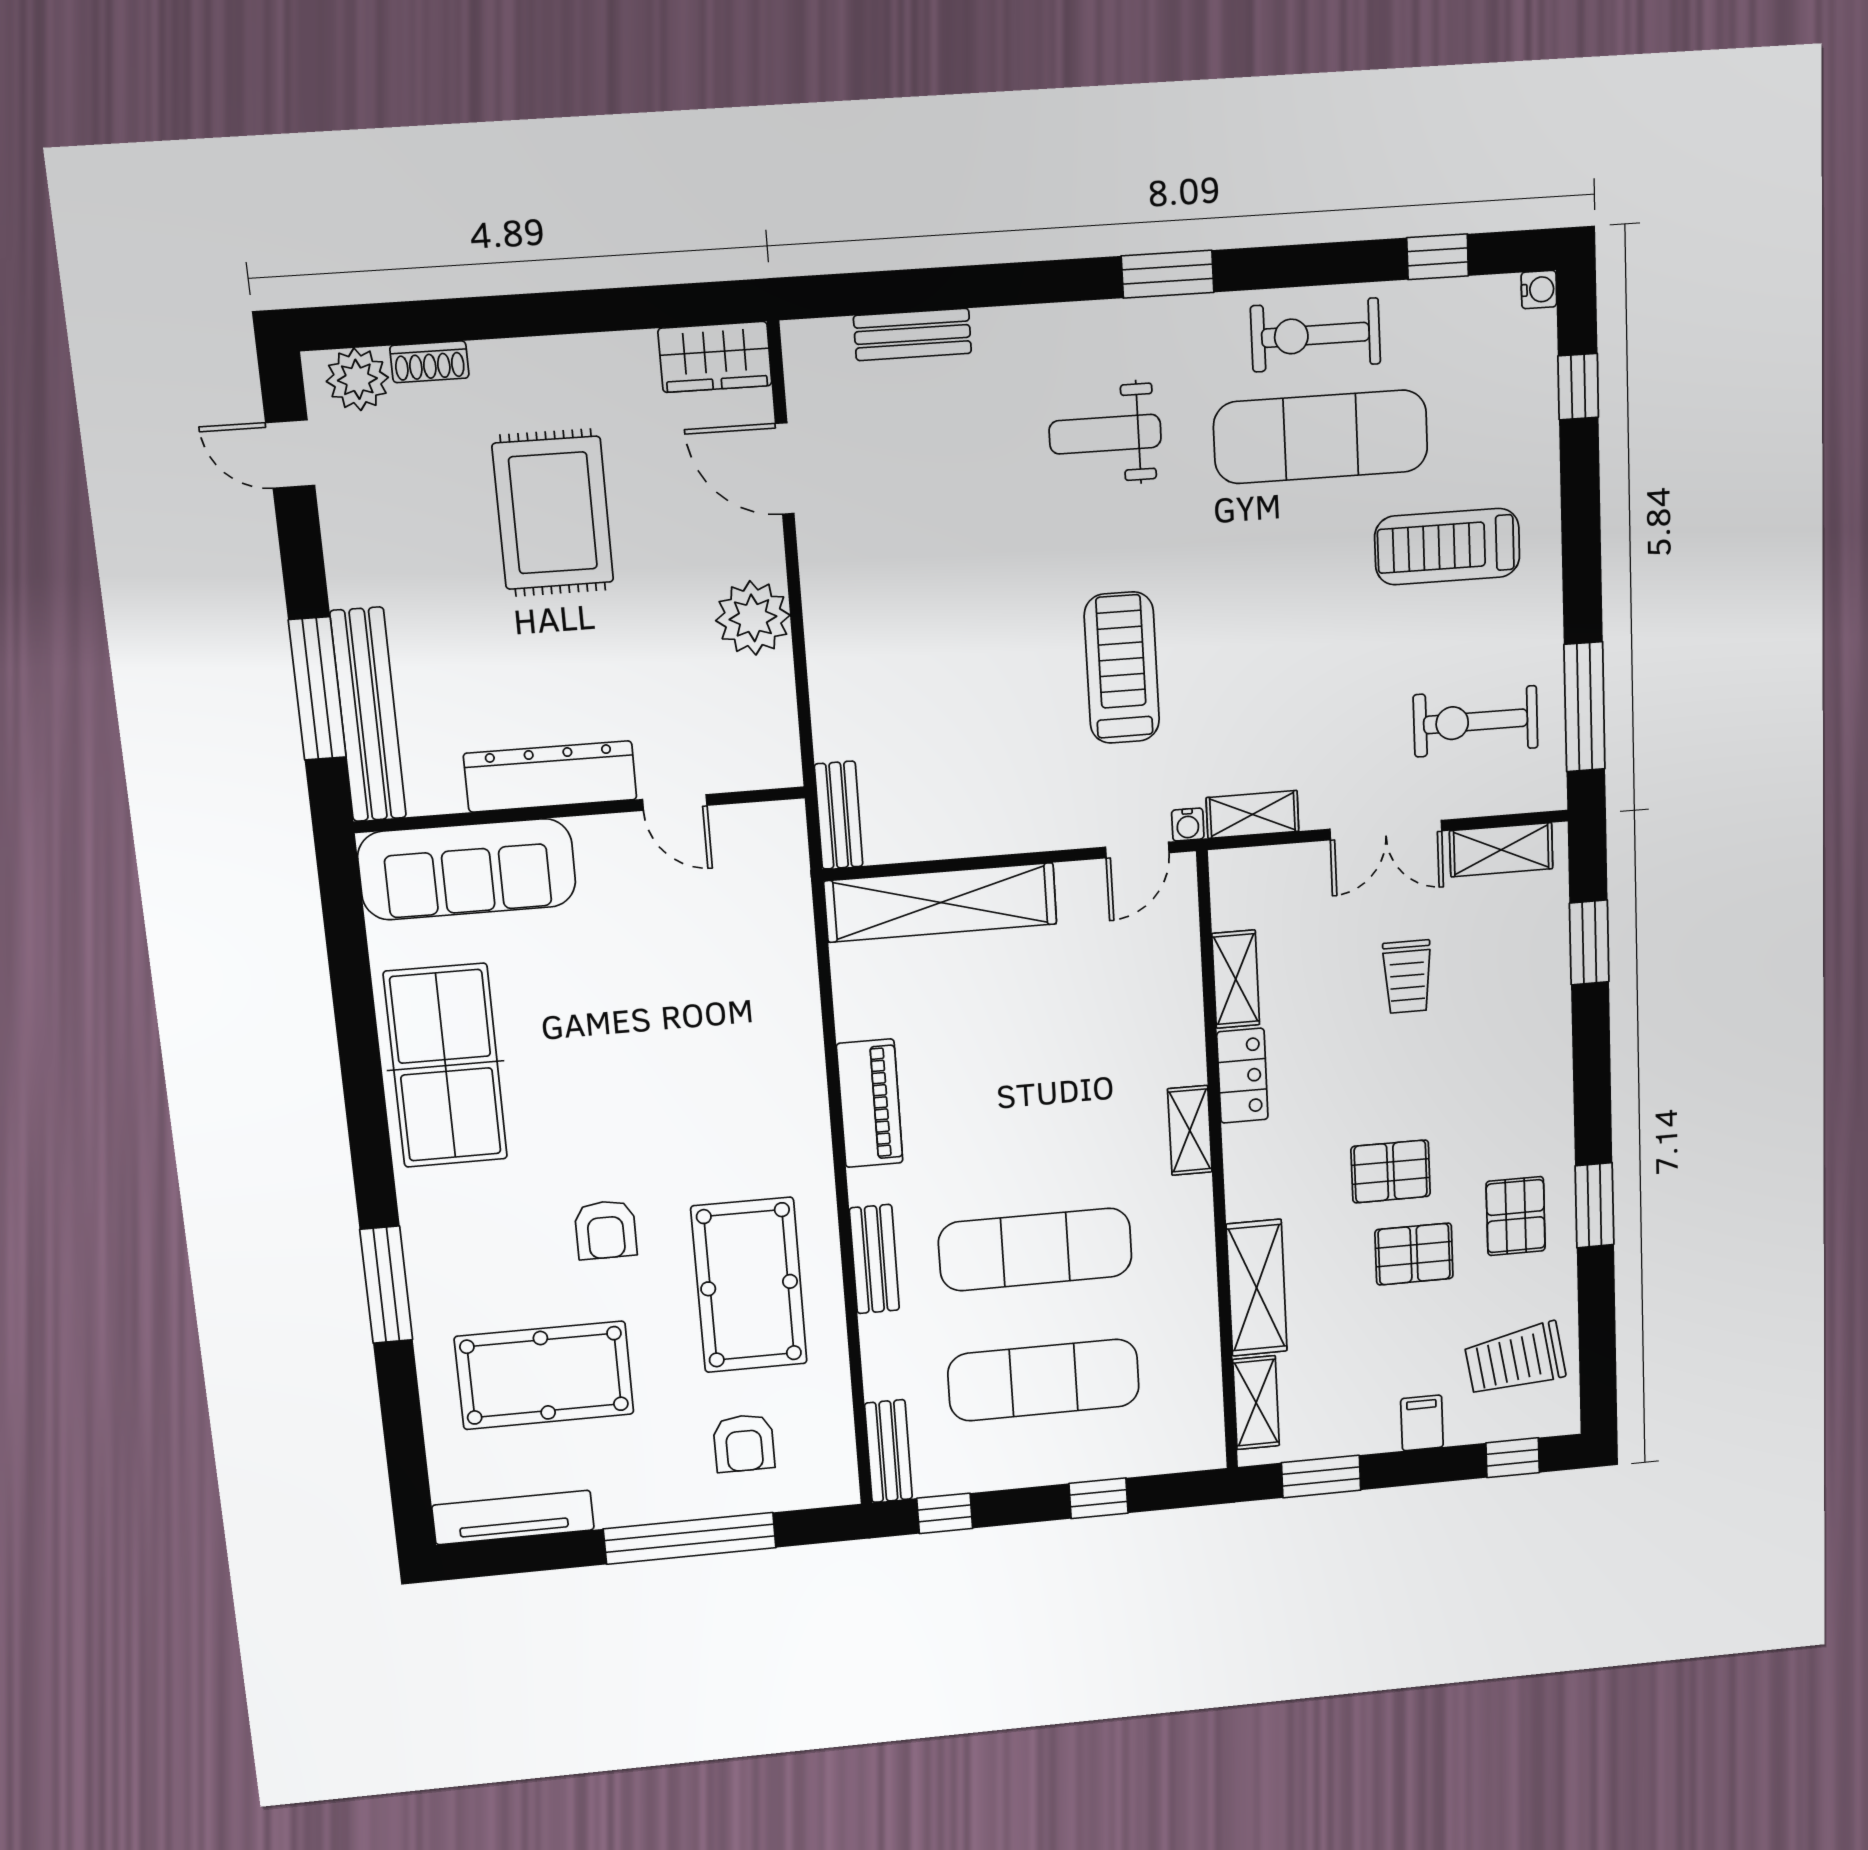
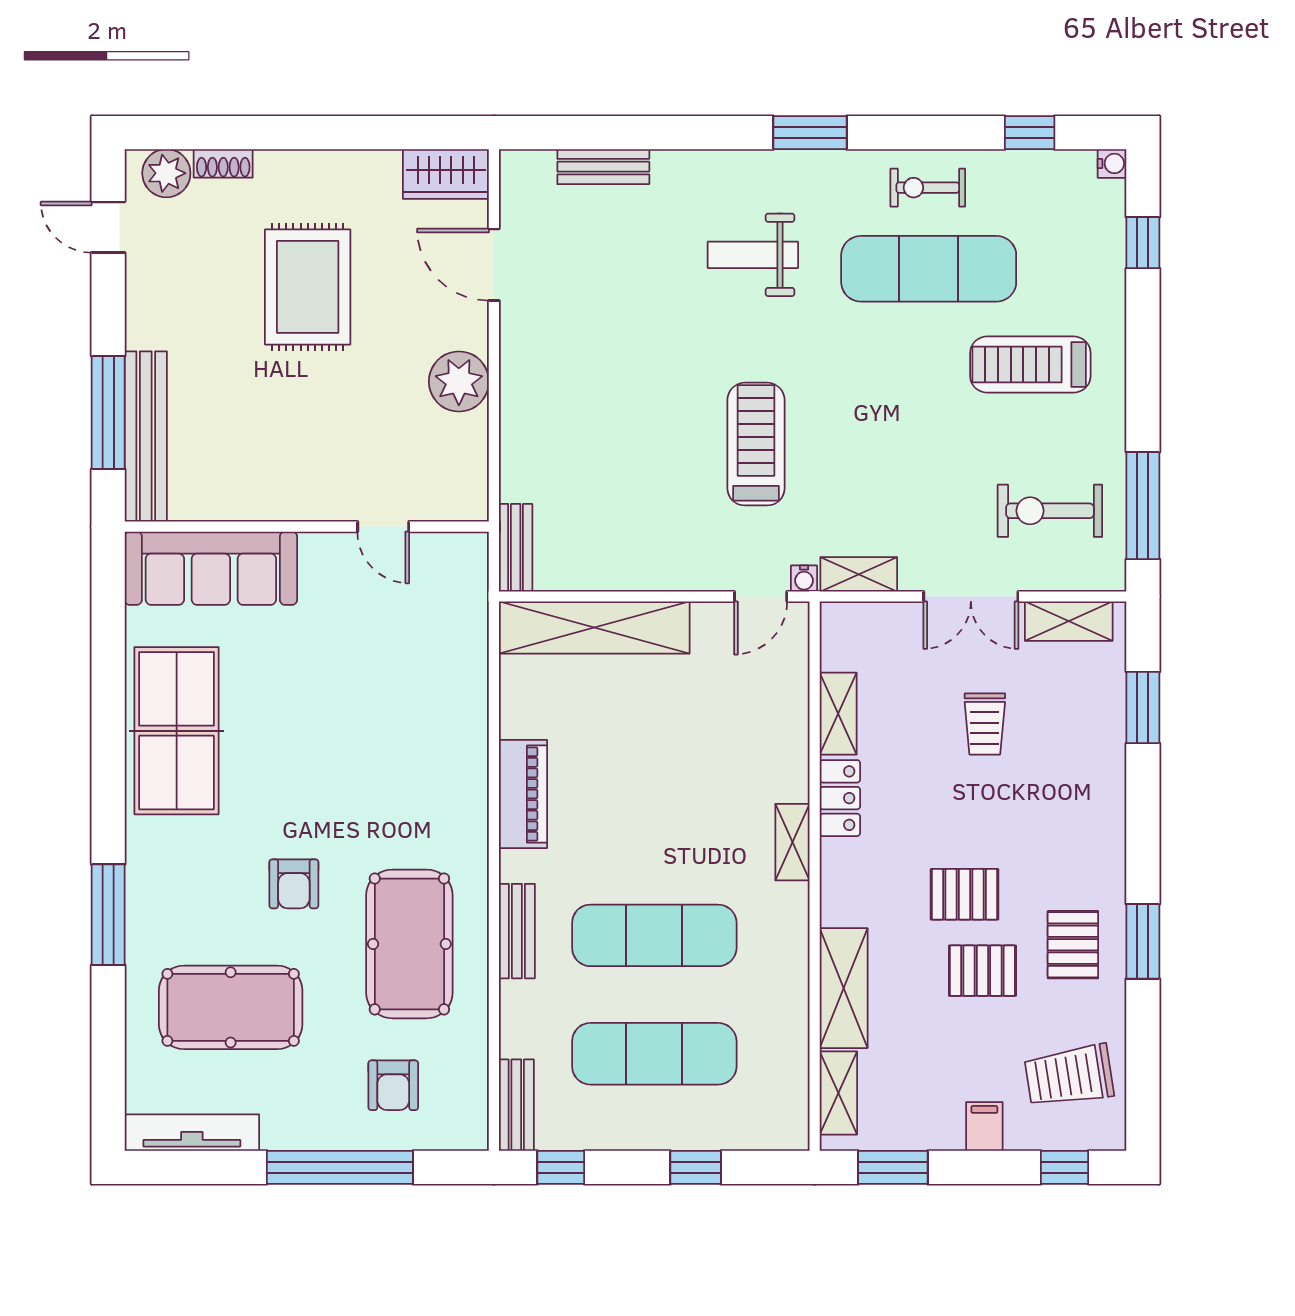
exercise bike: (1316, 335) -> (928, 188), width x0.73, depth x0.72
dresser: (550, 776) -> (285, 498), removed

